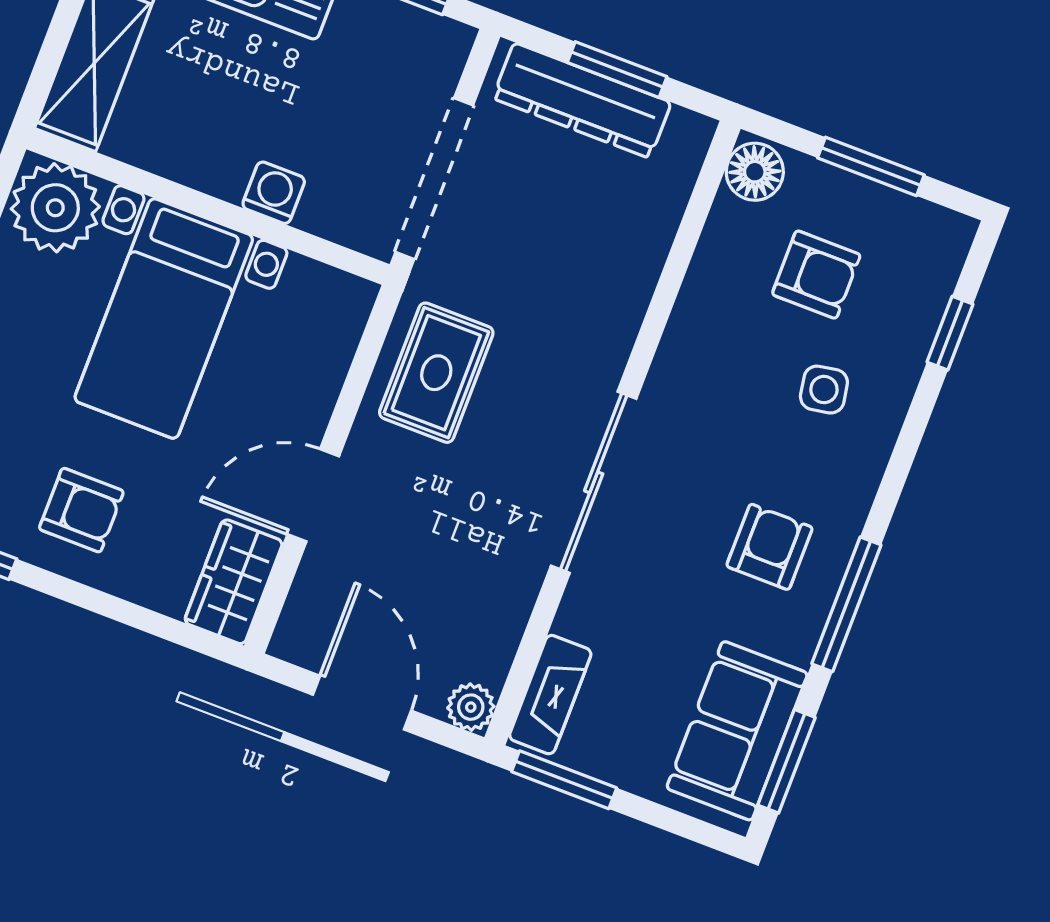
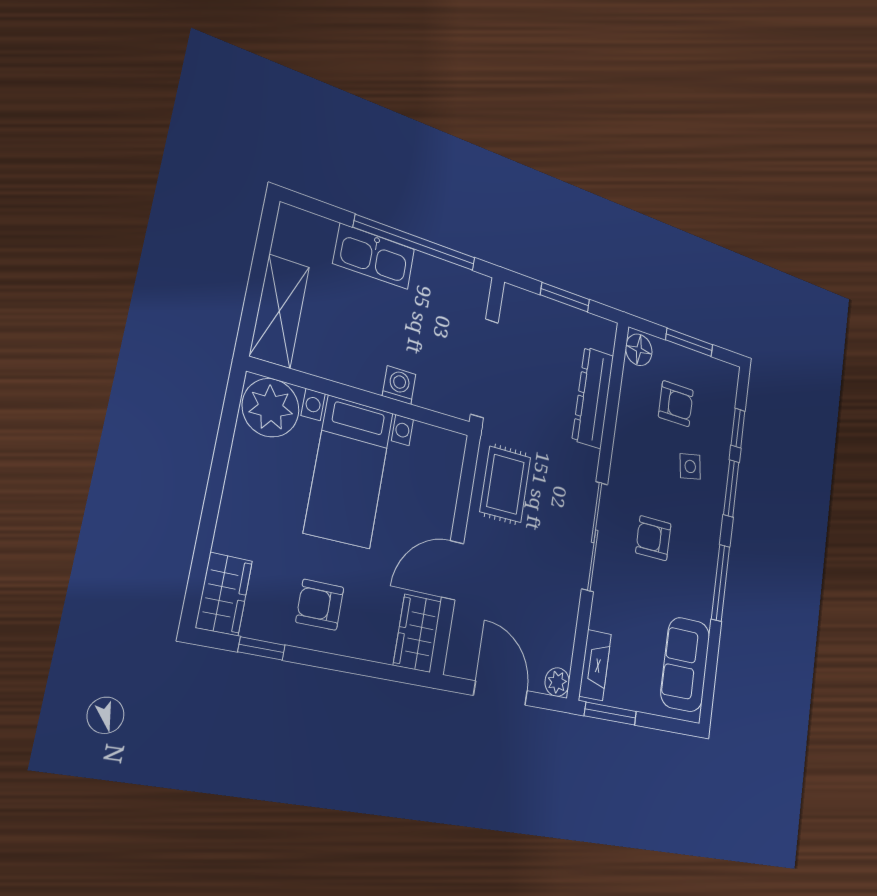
dresser: (582, 100) -> (593, 398), moved, turned 90
armchair: (81, 510) -> (320, 605), turned 180
armchair: (769, 547) -> (653, 538), moved, turned -90
window: (787, 761) -> (731, 488), moved

